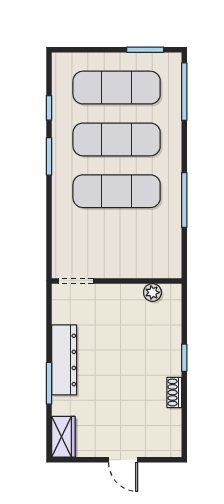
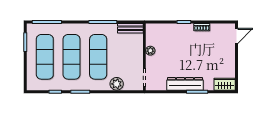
plant: (64, 227) -> (117, 84), added
bench: (172, 254) -> (130, 28), added
plant: (152, 292) -> (150, 51), moved
door: (123, 460) -> (236, 36), moved

